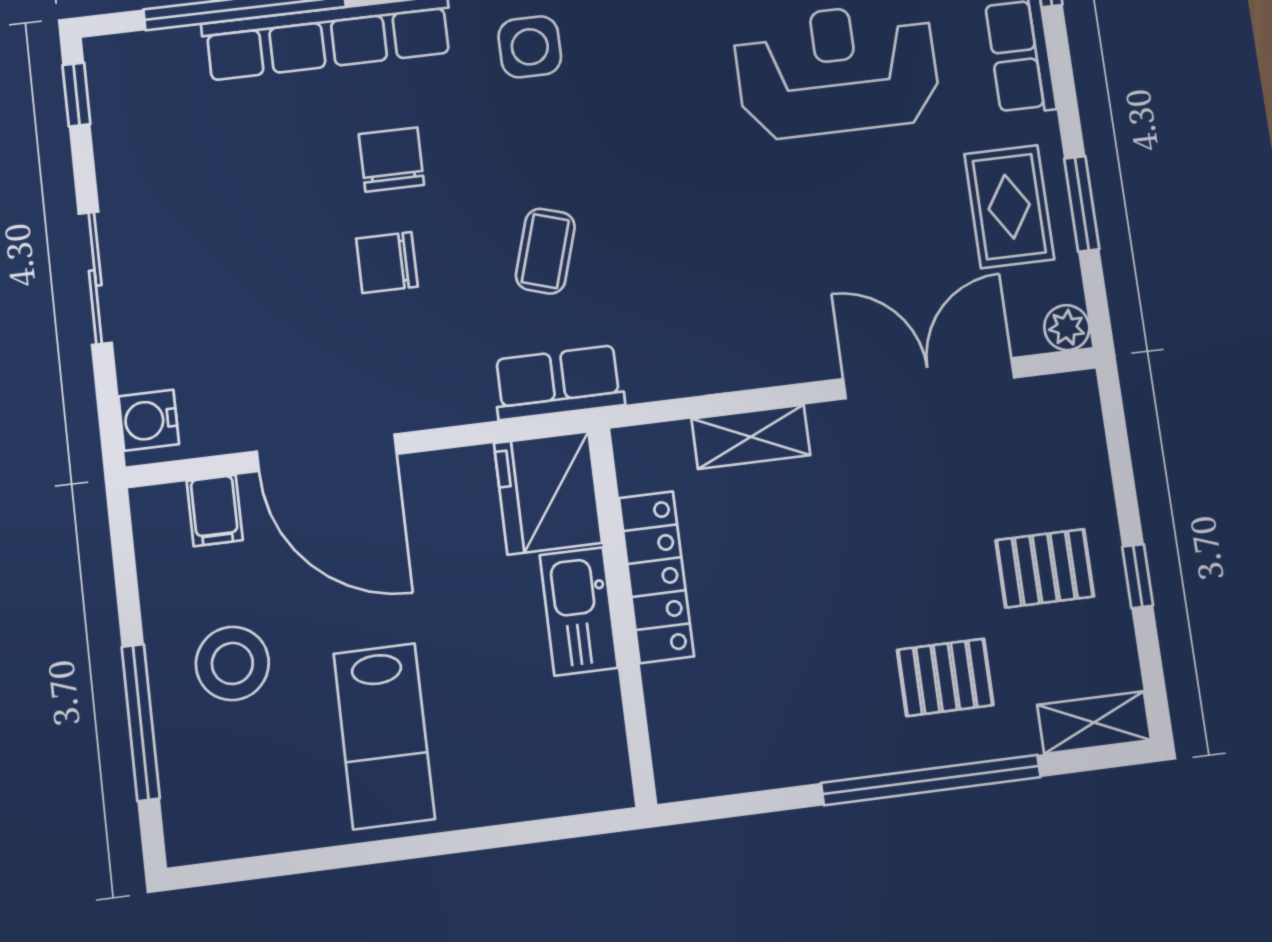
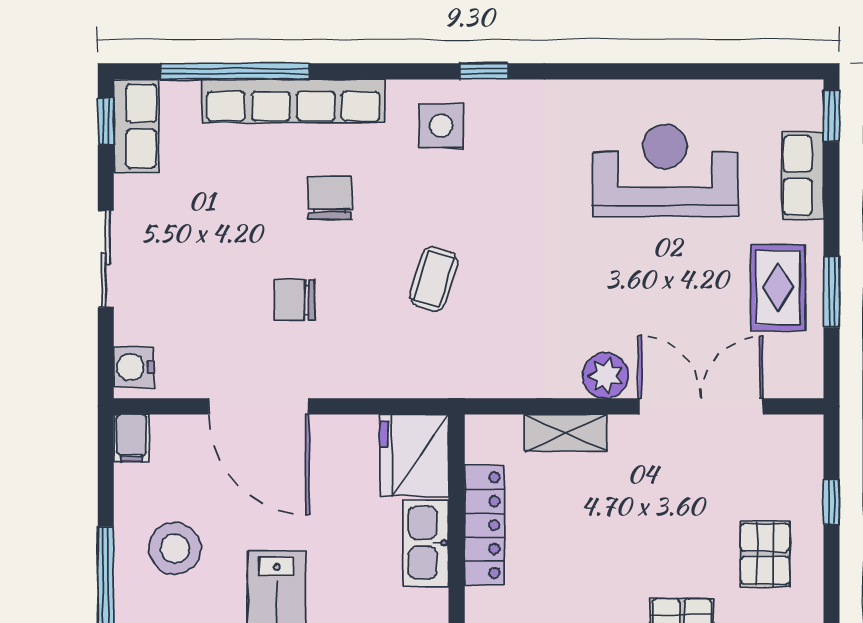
chair: (387, 263) -> (294, 300), moved
plant: (1067, 328) -> (605, 376), moved, width x1.38, depth x1.38
row of seats: (558, 382) -> (136, 126), moved, turned 90
filing cabinet: (215, 511) -> (132, 438), moved
pallet: (1045, 568) -> (765, 554), turned 90
window: (1138, 576) -> (832, 502), moved

